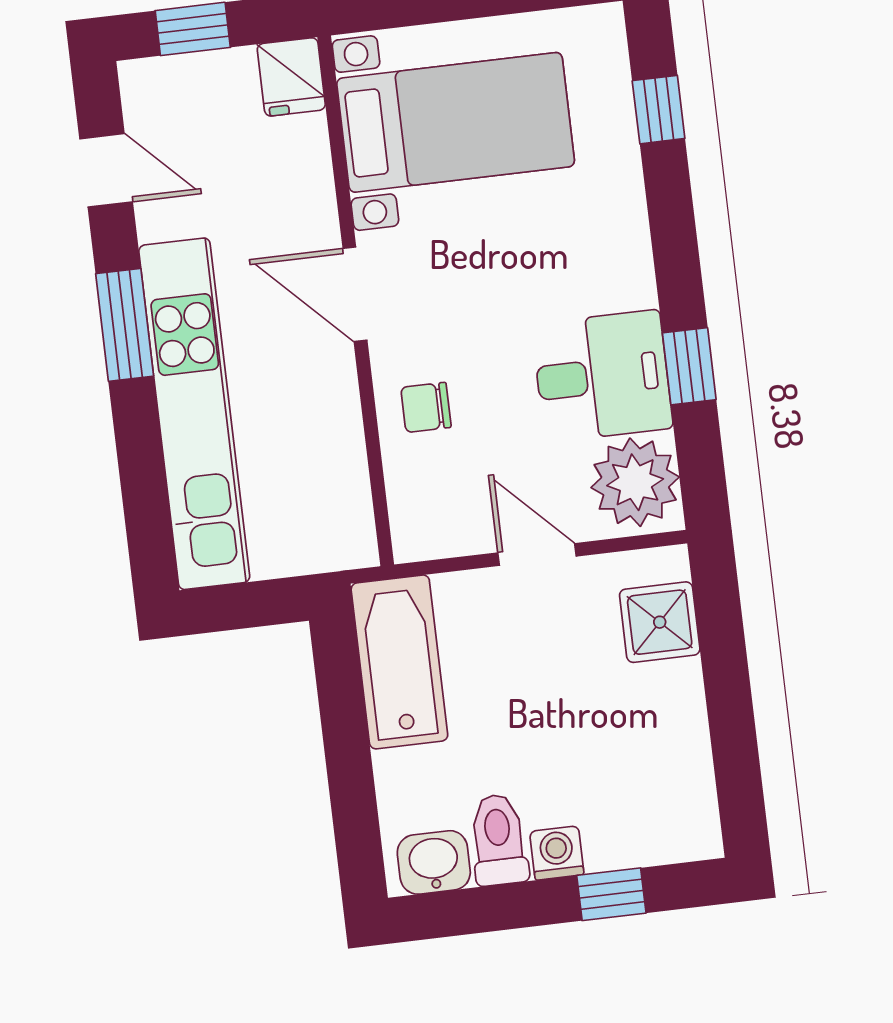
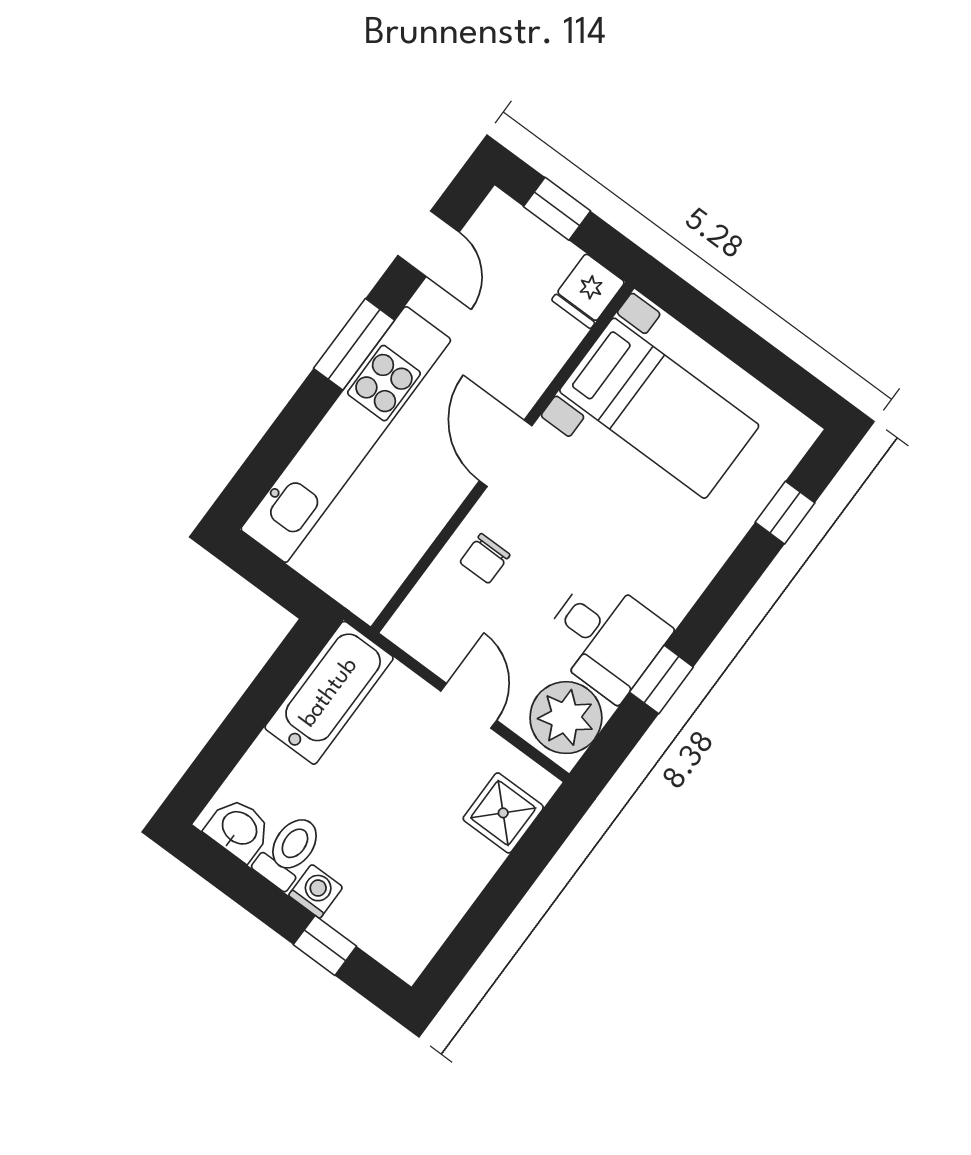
chair: (426, 407) -> (485, 559), turned -90

